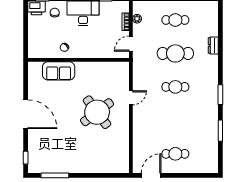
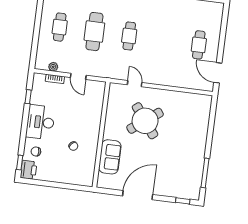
wall: (79, 60) -> (101, 135), moved
sofa: (59, 71) -> (110, 157), moved

